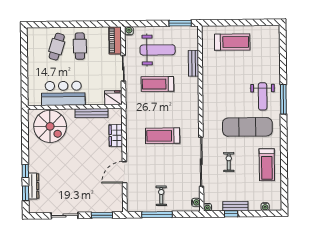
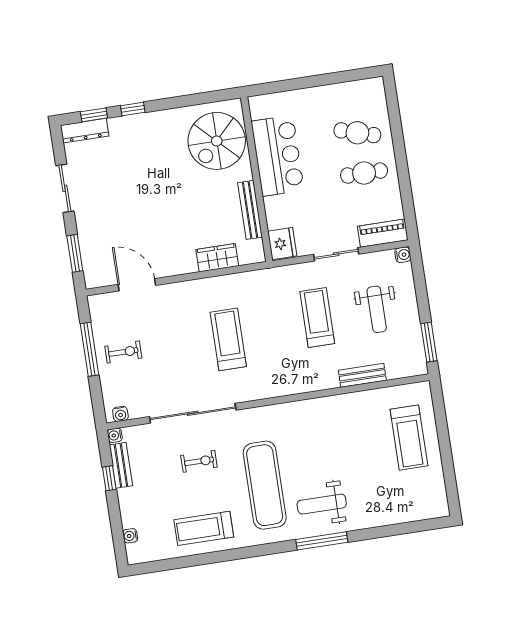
weight bench: (158, 50) -> (377, 309), width x0.73, depth x0.75
door: (124, 172) -> (137, 285), moved
dresser: (34, 186) -> (85, 131), moved
bench: (235, 206) -> (121, 465), moved

